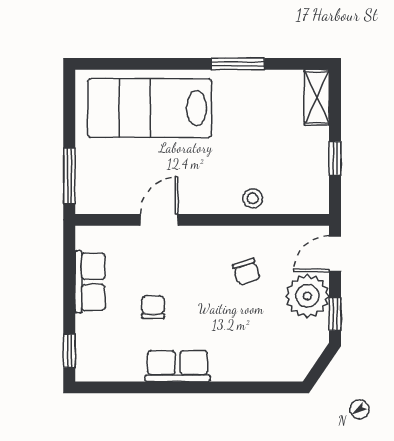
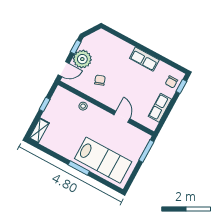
window: (238, 64) -> (79, 168), moved
door: (159, 220) -> (122, 117), swing flipped
chair: (153, 307) -> (171, 82), moved

